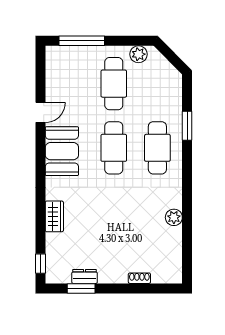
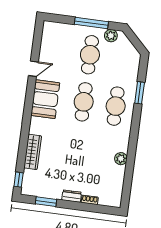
window: (82, 41) -> (91, 23), moved
wardrobe: (54, 216) -> (33, 152), width x1.50
dresser: (85, 276) -> (72, 196), moved

